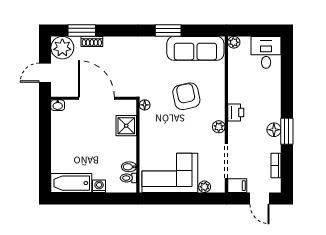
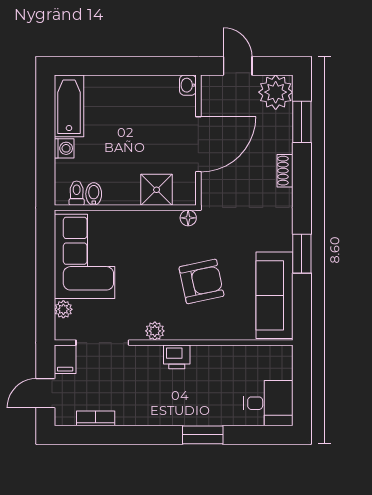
shoe rack: (92, 42) -> (285, 171), moved
plant: (234, 42) -> (284, 354), removed
floor lamp: (274, 130) -> (150, 415), removed
window: (287, 131) -> (203, 435), moved

